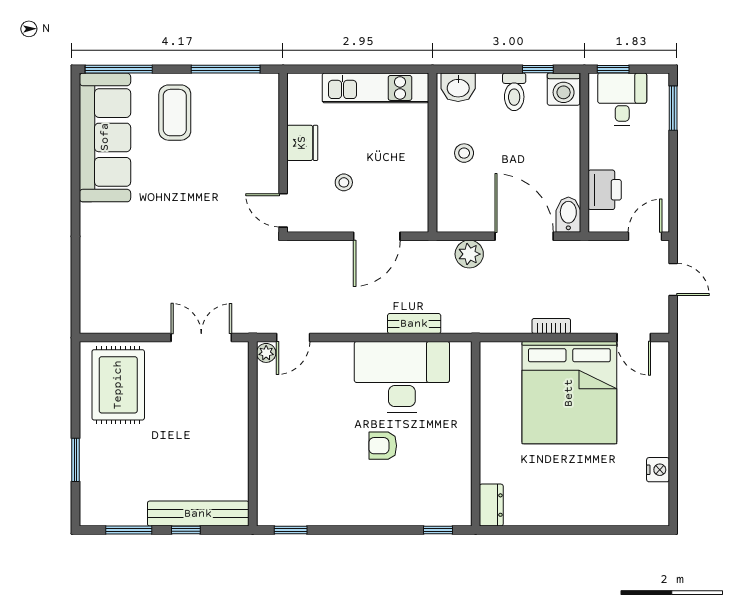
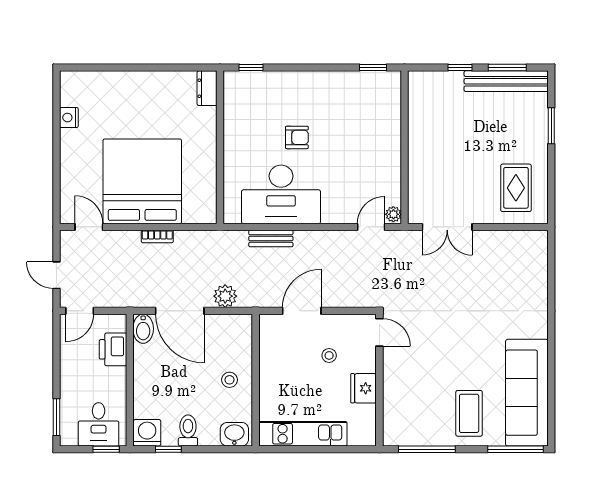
rug: (118, 385) -> (516, 188), width x0.73, depth x0.70
bench: (198, 514) -> (506, 81), moved

